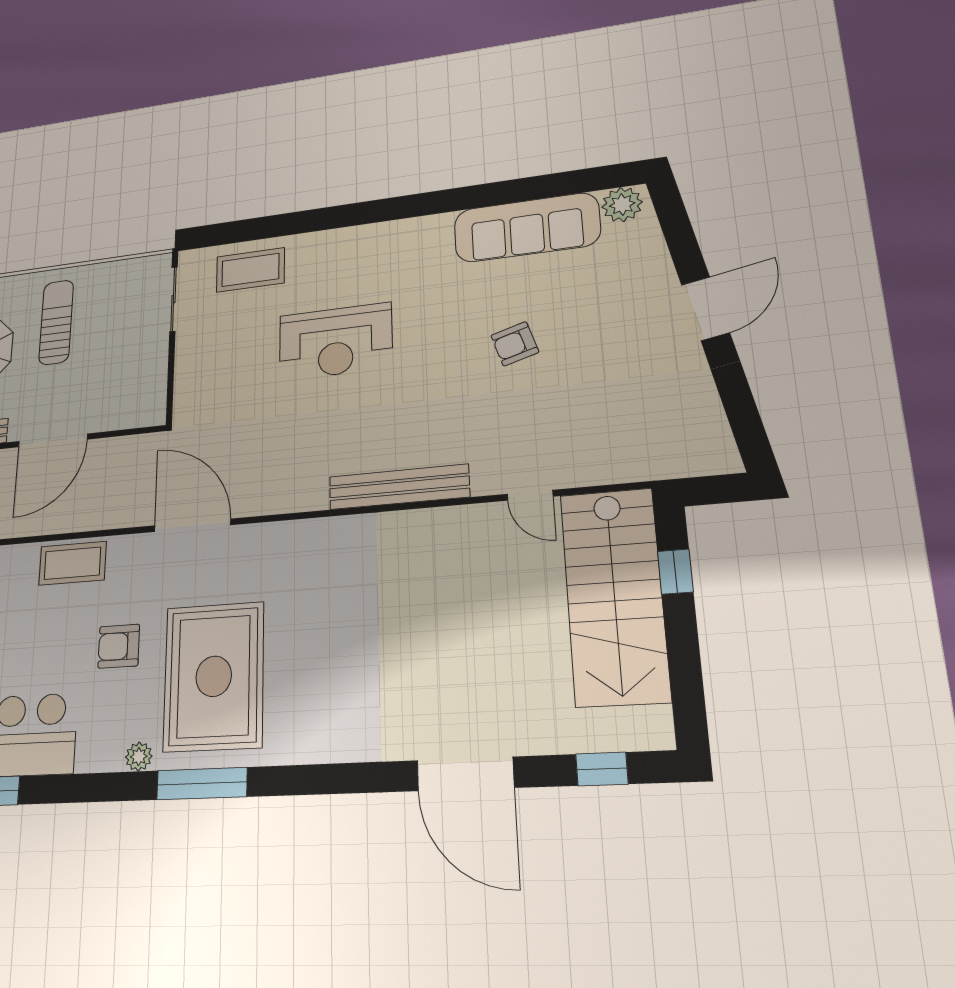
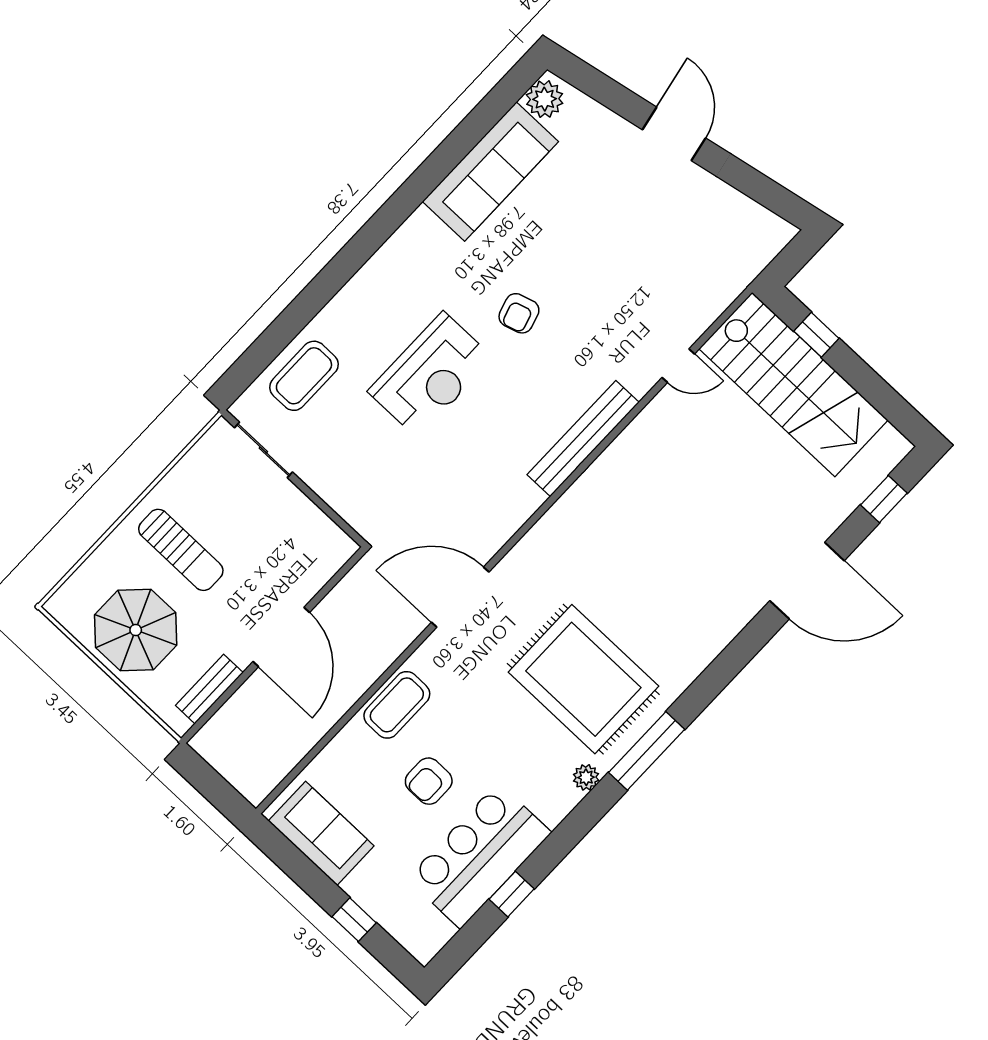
sun lounger: (56, 322) -> (181, 550), turned 180
armchair: (515, 344) -> (519, 313), moved
armchair: (119, 646) -> (429, 781), moved

